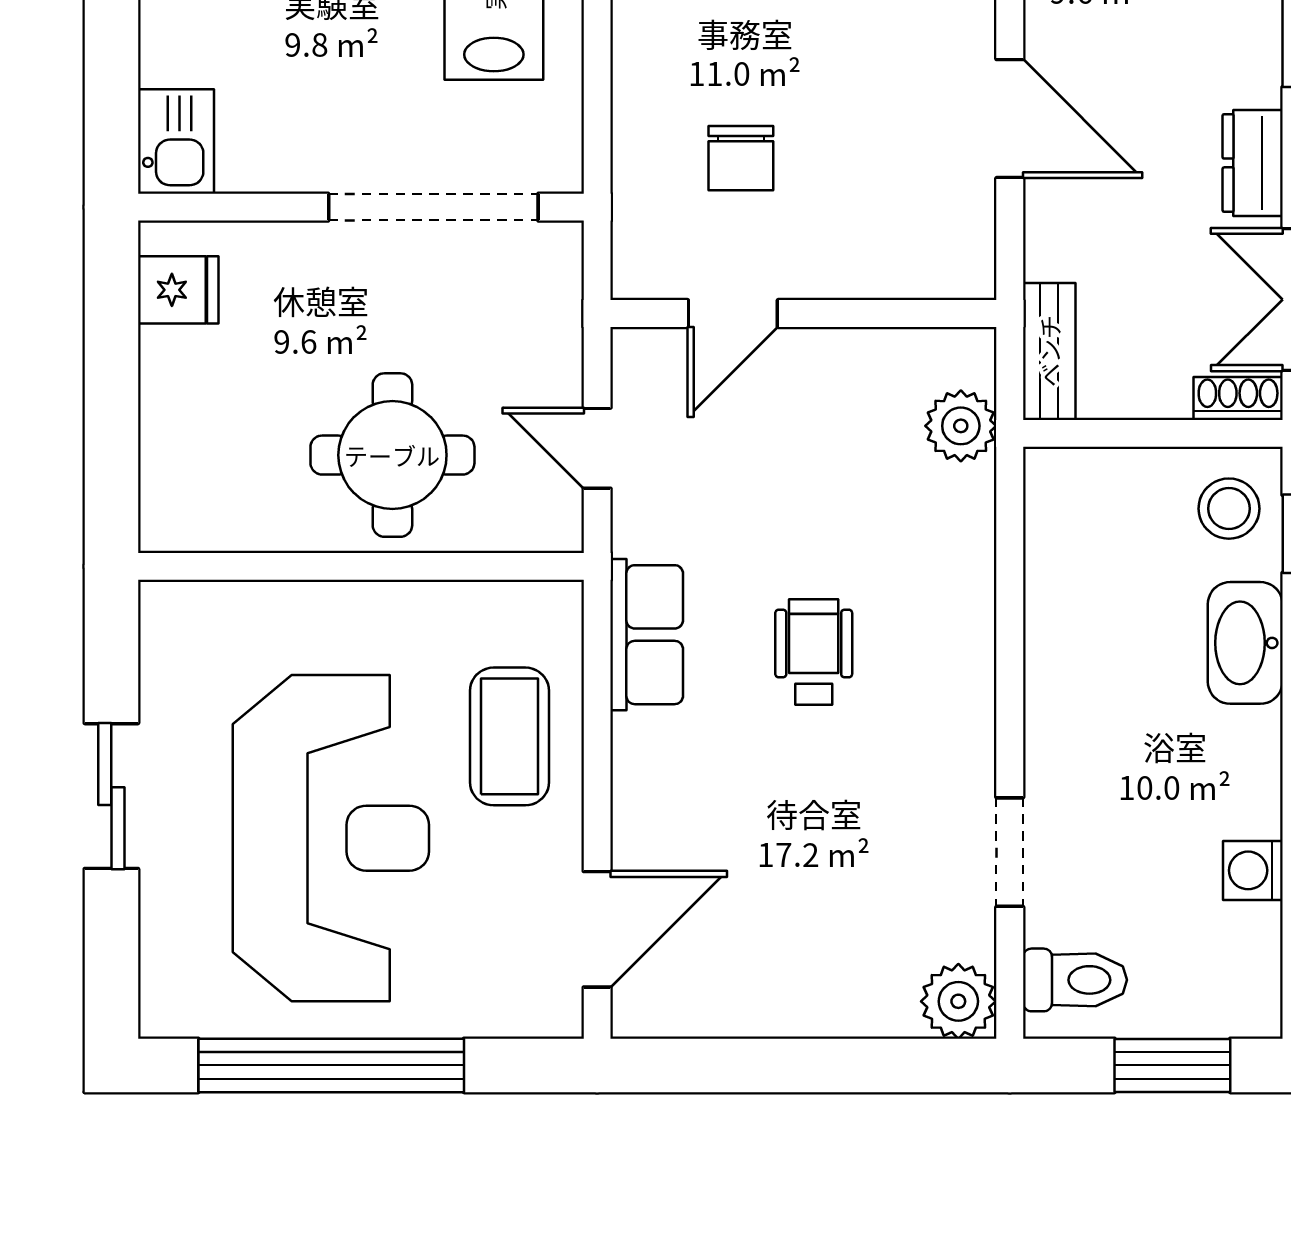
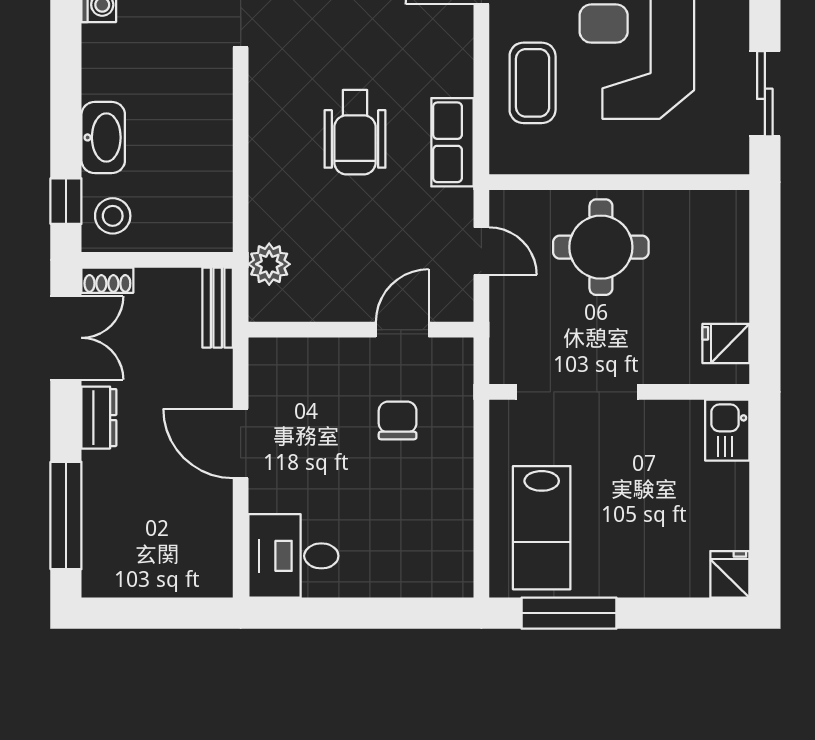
wheelchair: (814, 652) -> (355, 132), width x1.36, depth x1.37
sliding door: (111, 796) -> (765, 94), moved

